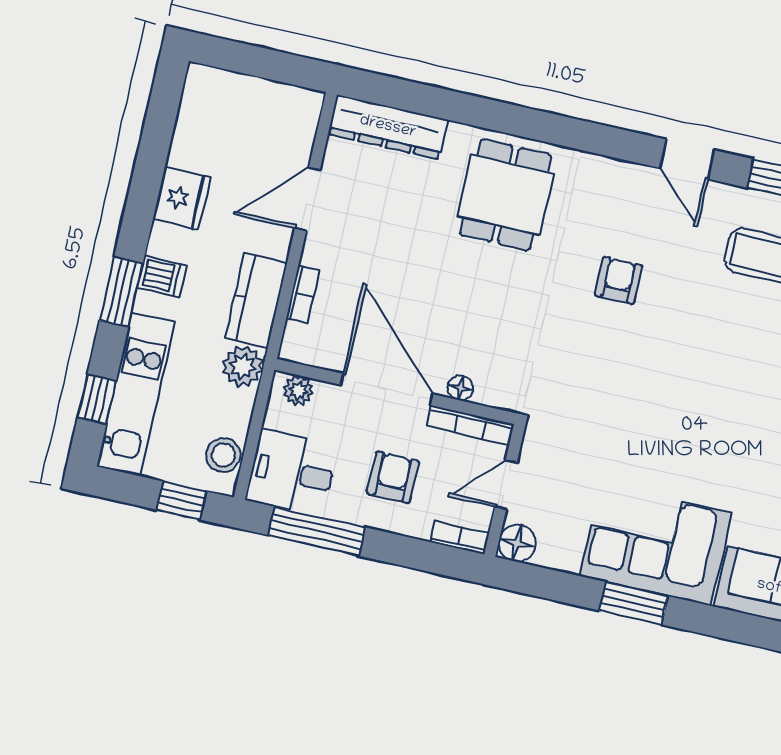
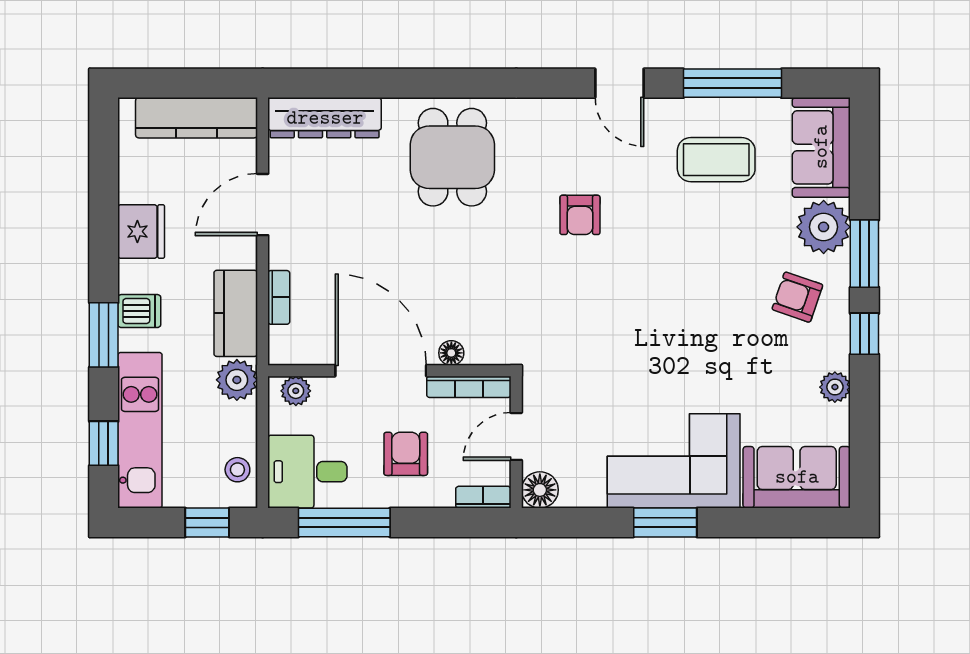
kitchen counter: (262, 98) -> (197, 118), added
armchair: (619, 280) -> (580, 215), turned 180
stool: (223, 455) -> (237, 470), width x0.73, depth x0.73

